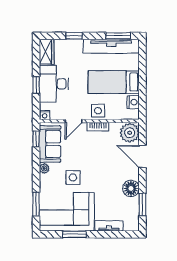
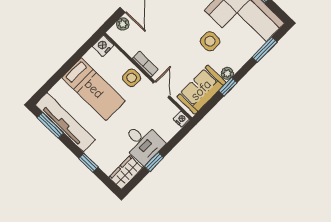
desk: (54, 84) -> (143, 143), width x0.73
window: (36, 85) -> (154, 162), moved
nightstand: (133, 102) -> (103, 46), moved
door: (74, 121) -> (161, 90), hinge flipped
plant: (130, 133) -> (123, 24), width x0.53, depth x0.53
window: (36, 139) -> (228, 87), moved

